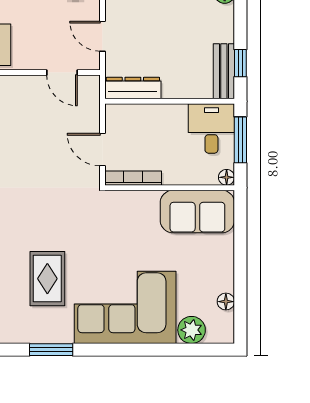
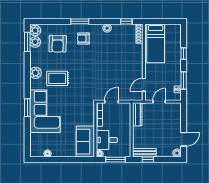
desk: (211, 129) -> (107, 140), moved, turned 180
plant: (192, 330) -> (36, 73), moved
window: (51, 350) -> (27, 108), moved

